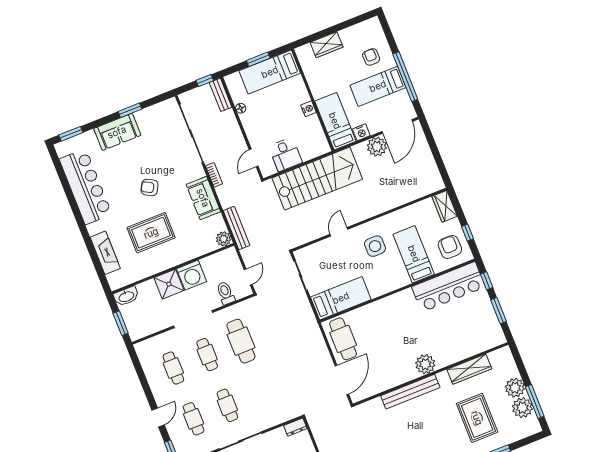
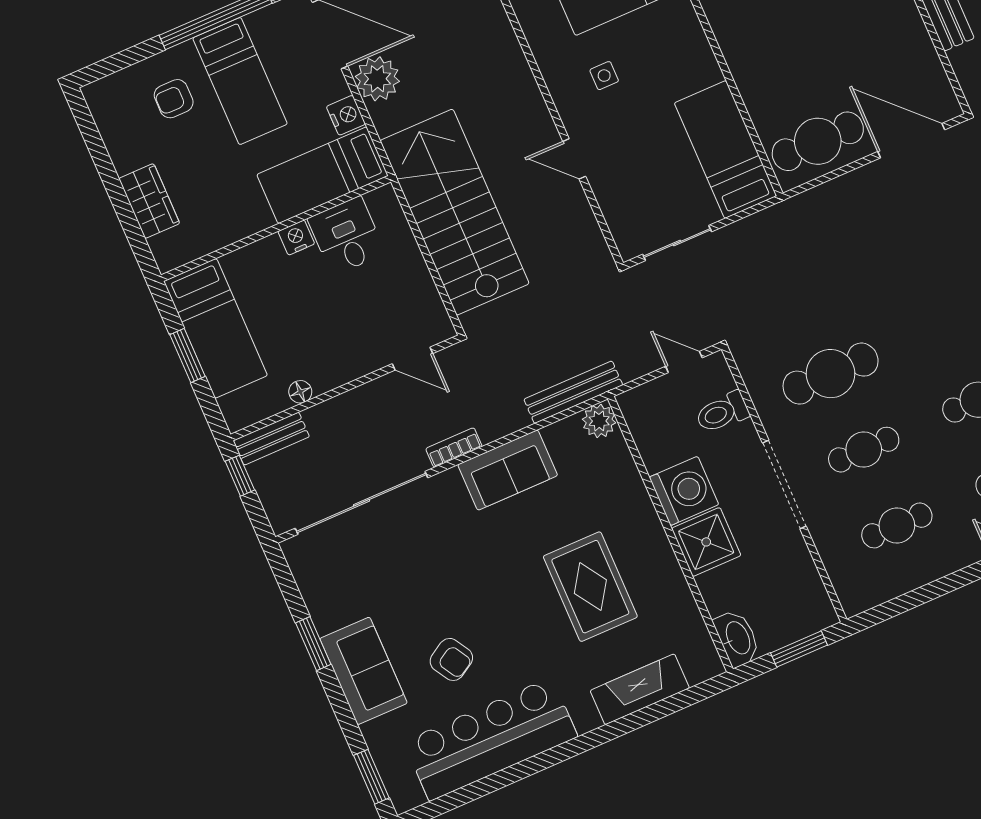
desk: (285, 154) -> (346, 236), moved, turned -90
armchair: (150, 187) -> (451, 659), moved, turned -60
side table: (375, 246) -> (604, 76), width x0.54, depth x0.54

